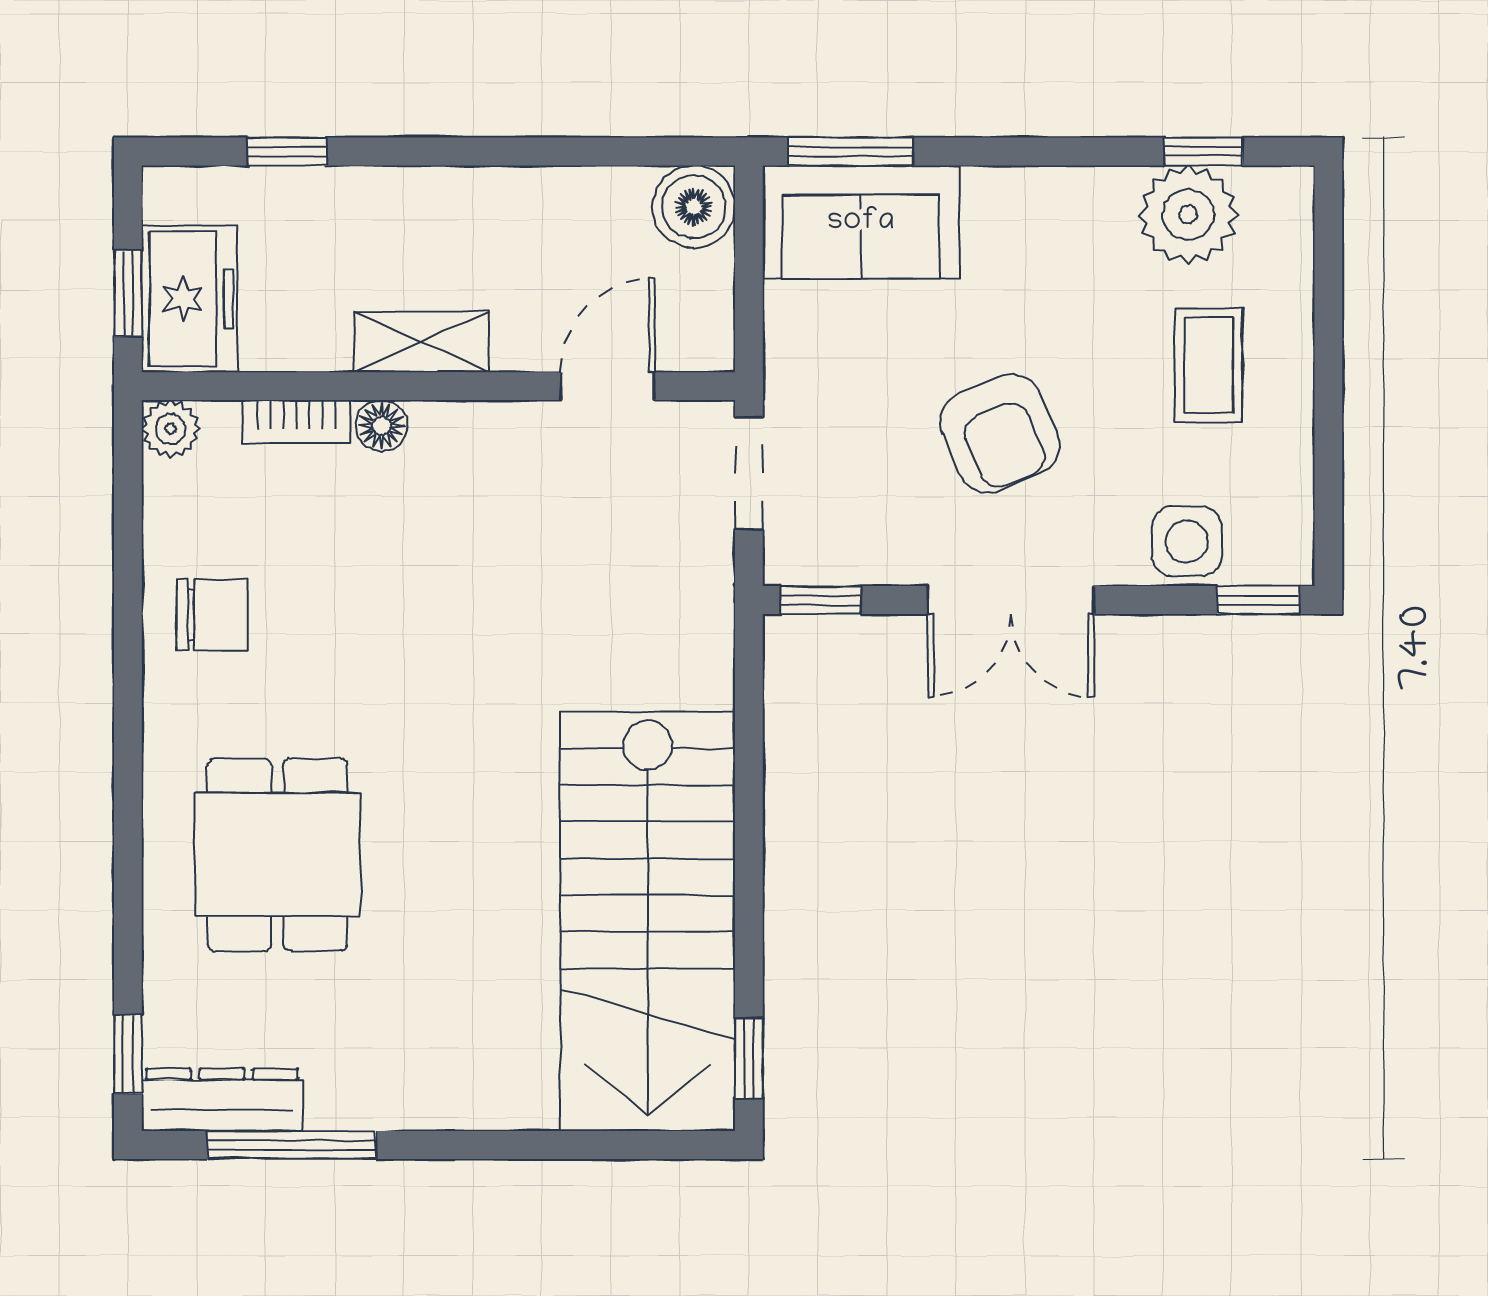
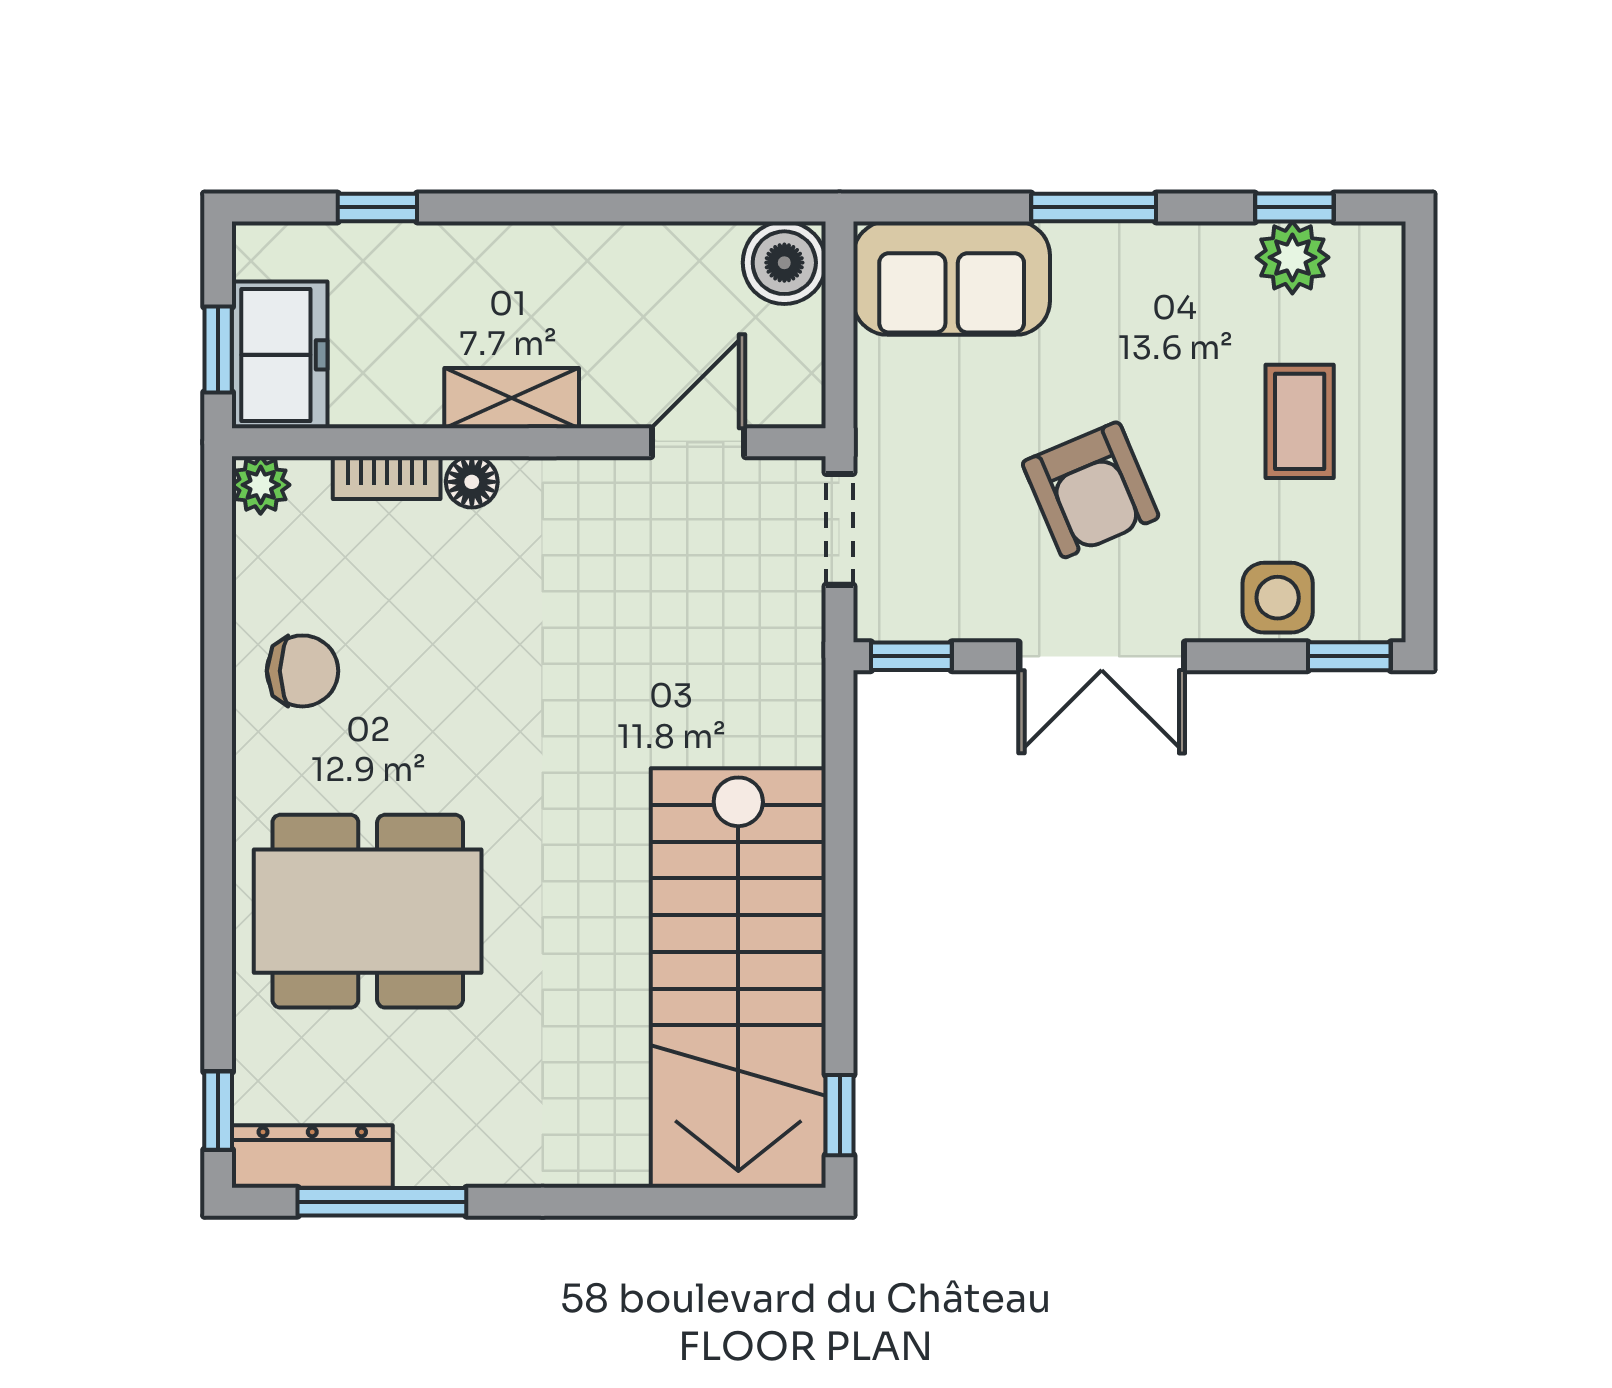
window: (850, 152) -> (1094, 207), moved
plant: (1188, 215) -> (1292, 257), width x0.73, depth x0.73
dining table: (277, 855) -> (368, 911), width x1.38

